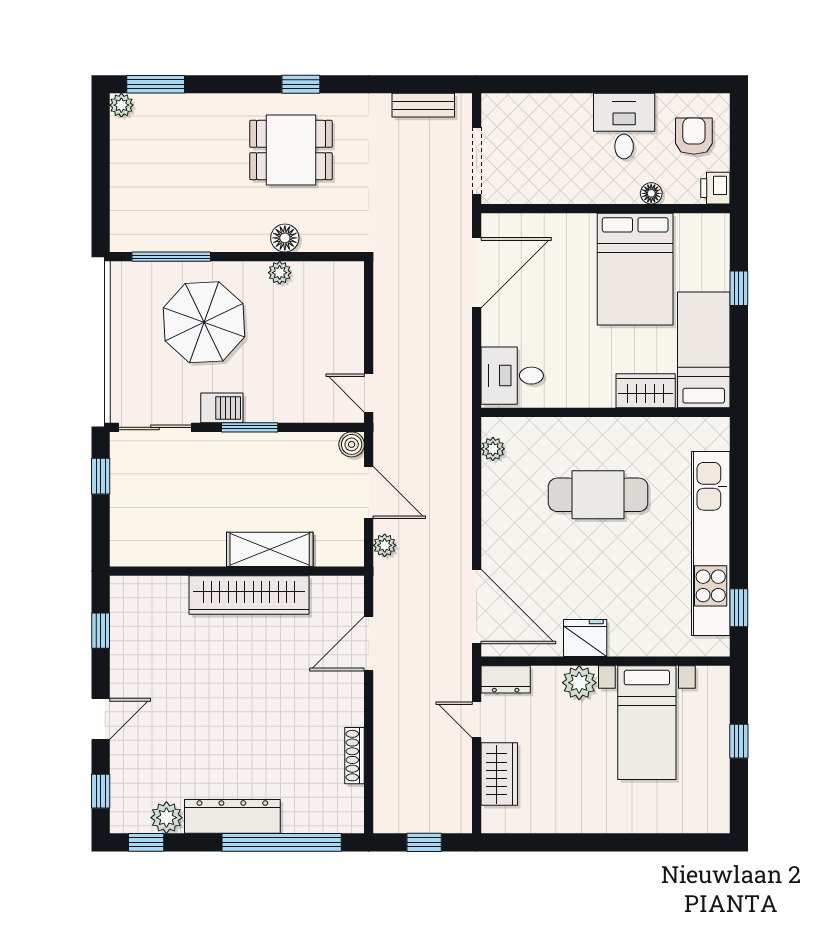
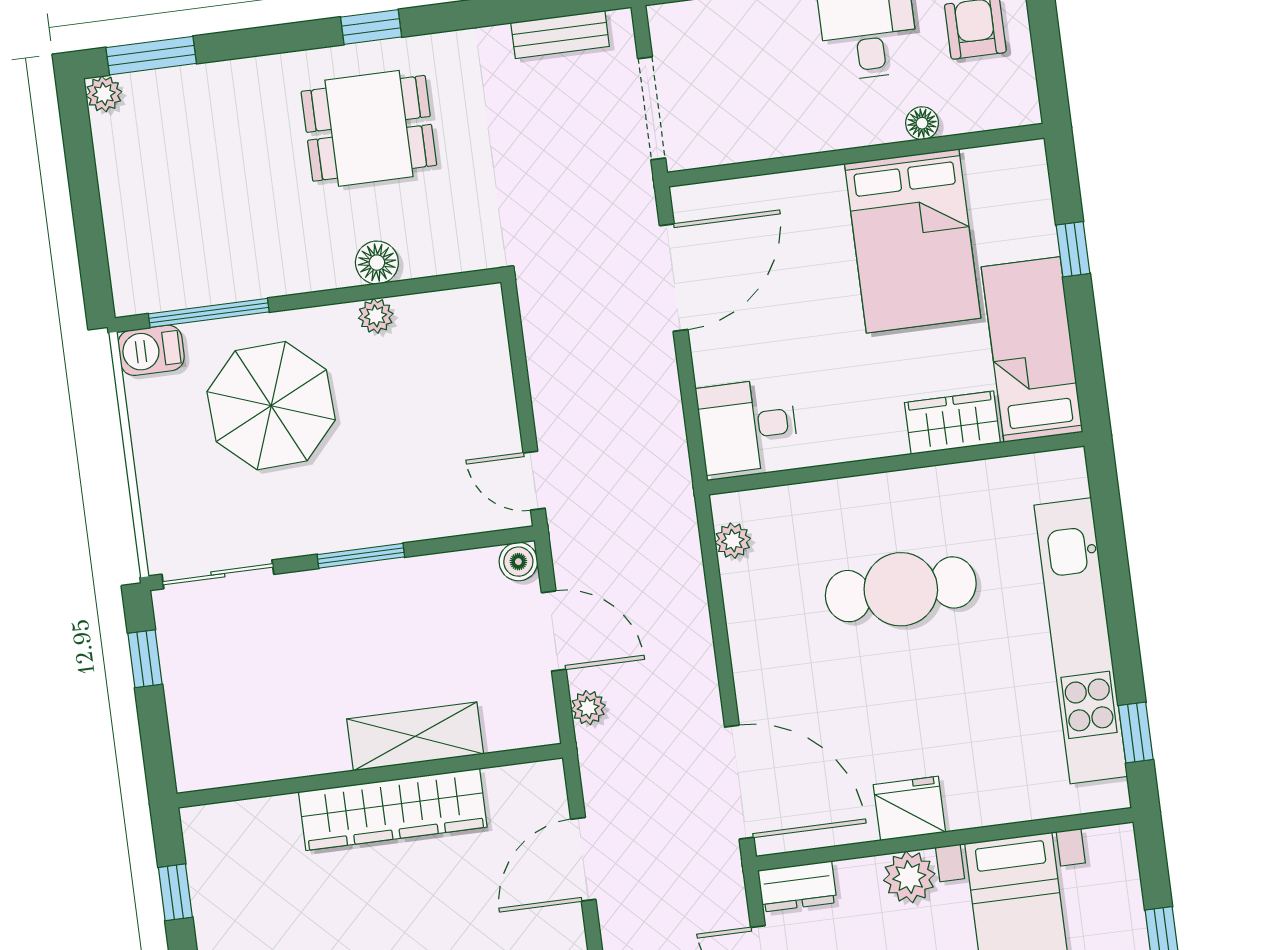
printer: (715, 188) -> (1018, 103), removed
barbecue: (222, 408) -> (151, 350), moved, turned 180

